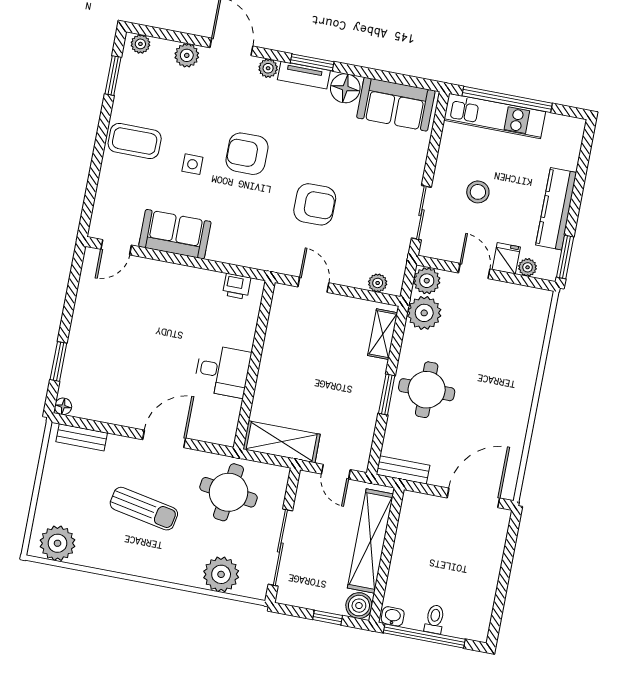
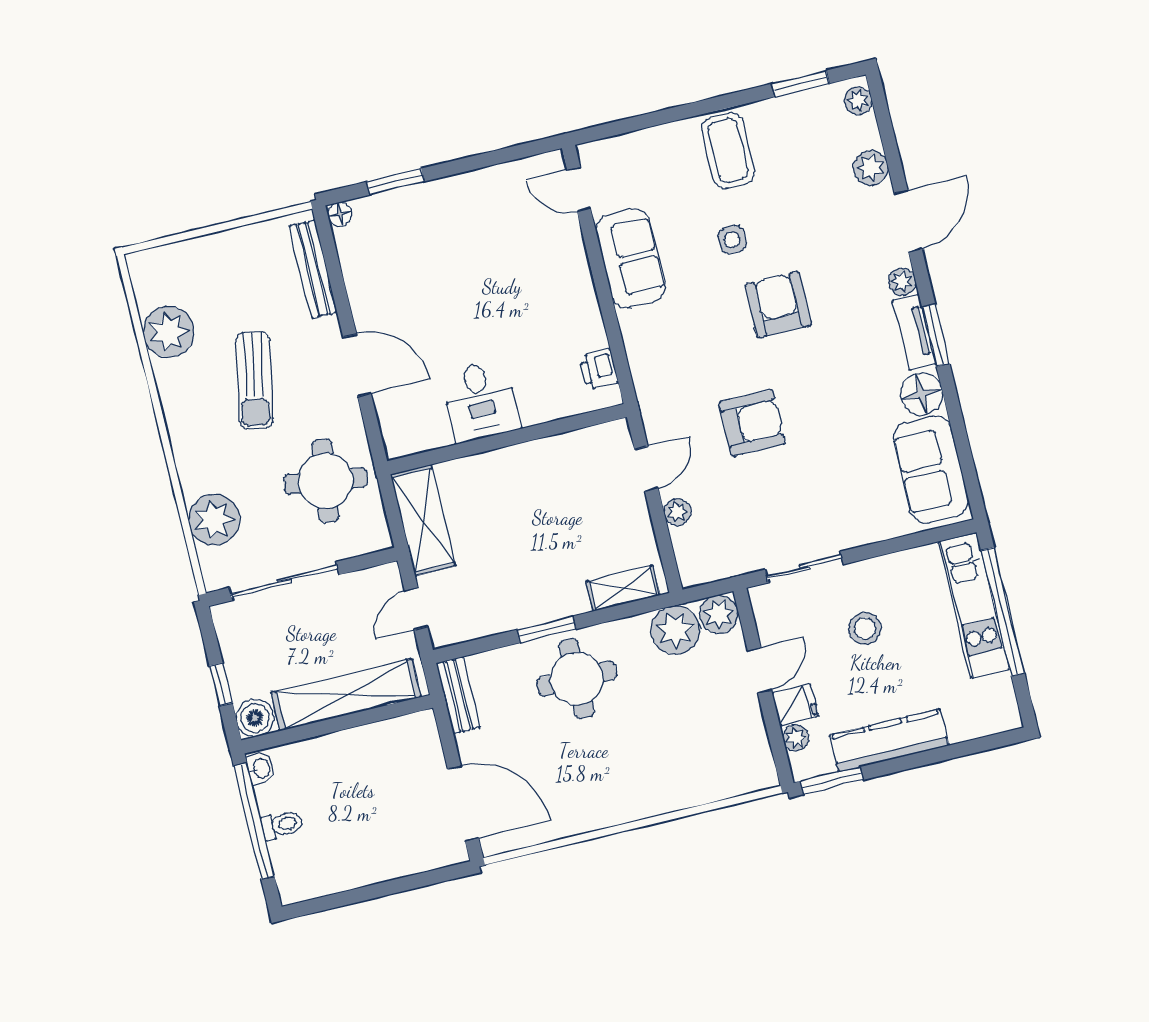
armchair: (315, 204) -> (752, 423), turned -90
plant: (378, 283) -> (677, 512), moved
bench: (82, 437) -> (313, 269), width x1.36
plant: (58, 543) -> (169, 332), moved

